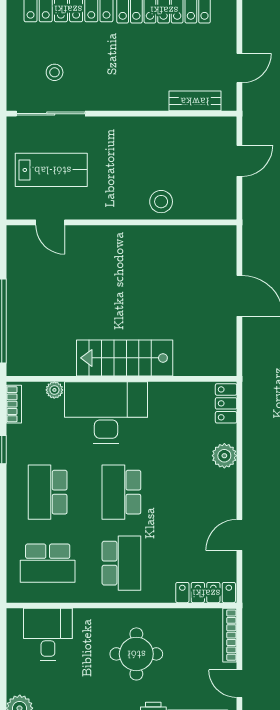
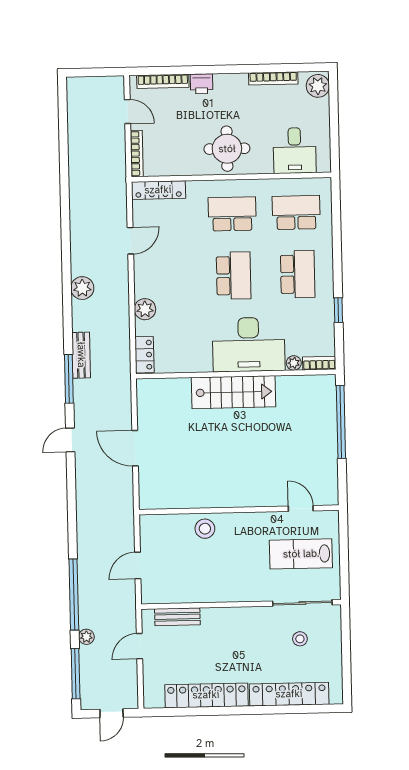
bookcase: (14, 404) -> (319, 363), moved, turned 90
school desk: (121, 563) -> (232, 214), turned 90
round table: (136, 654) -> (227, 149), moved

